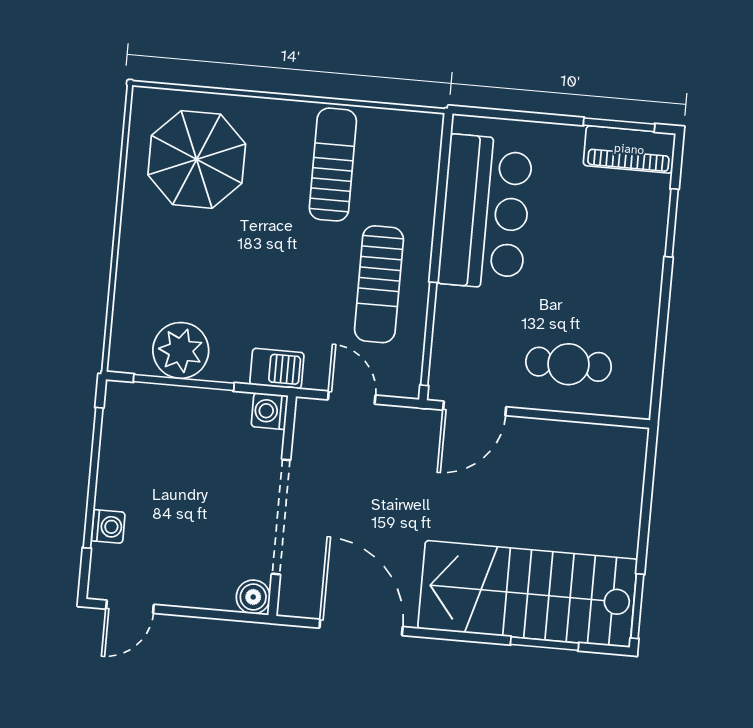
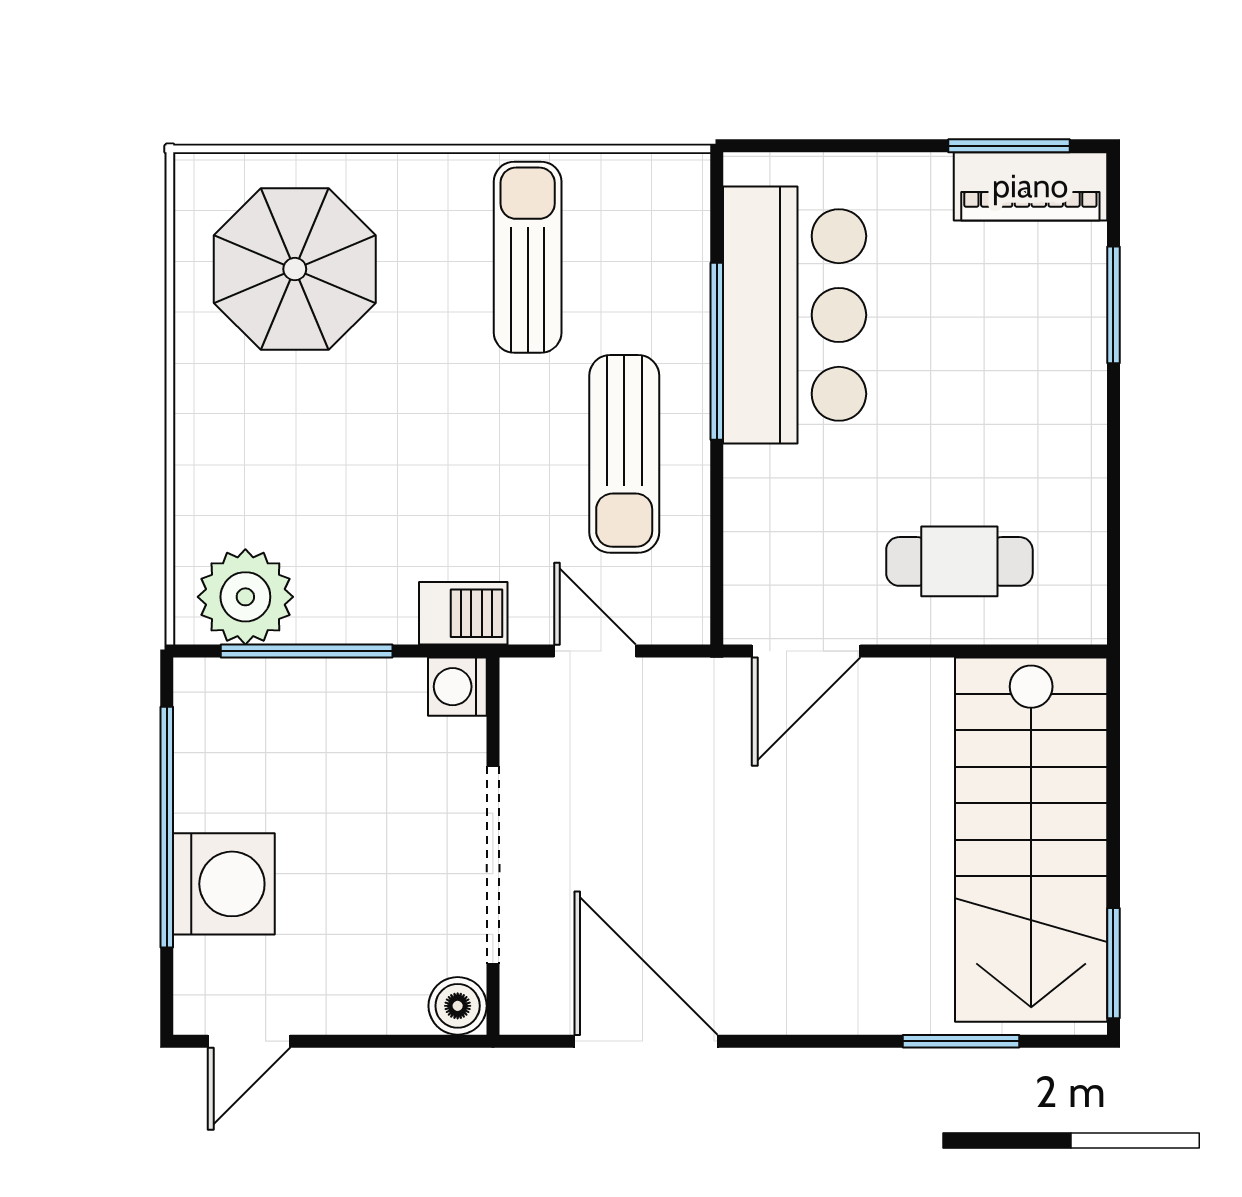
window: (429, 334) -> (717, 351), moved
plant: (181, 350) -> (245, 597), moved
washing machine: (108, 527) -> (224, 884), width x1.89, depth x1.89
stairs: (528, 594) -> (1031, 840), moved, turned -90

